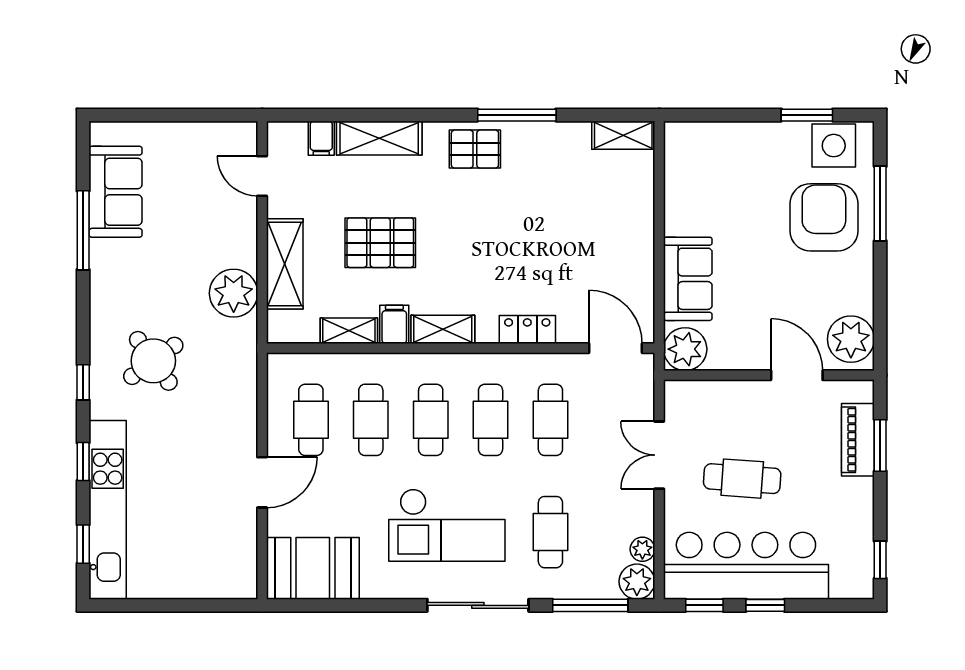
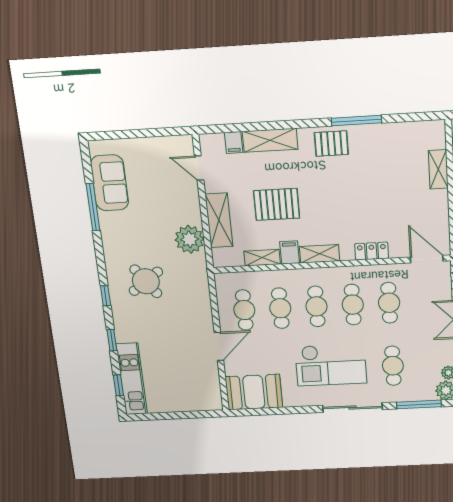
shelving: (623, 135) -> (438, 169), moved, turned 90
kitchen unit: (108, 510) -> (132, 379), width x0.73

